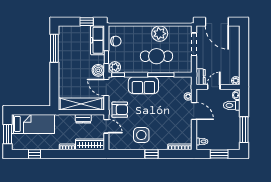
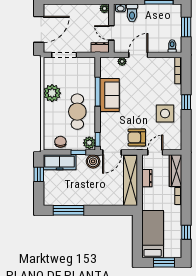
cafe table: (157, 56) -> (77, 112), moved
sofa: (143, 85) -> (110, 95), moved
armchair: (120, 110) -> (137, 137), turned -90

